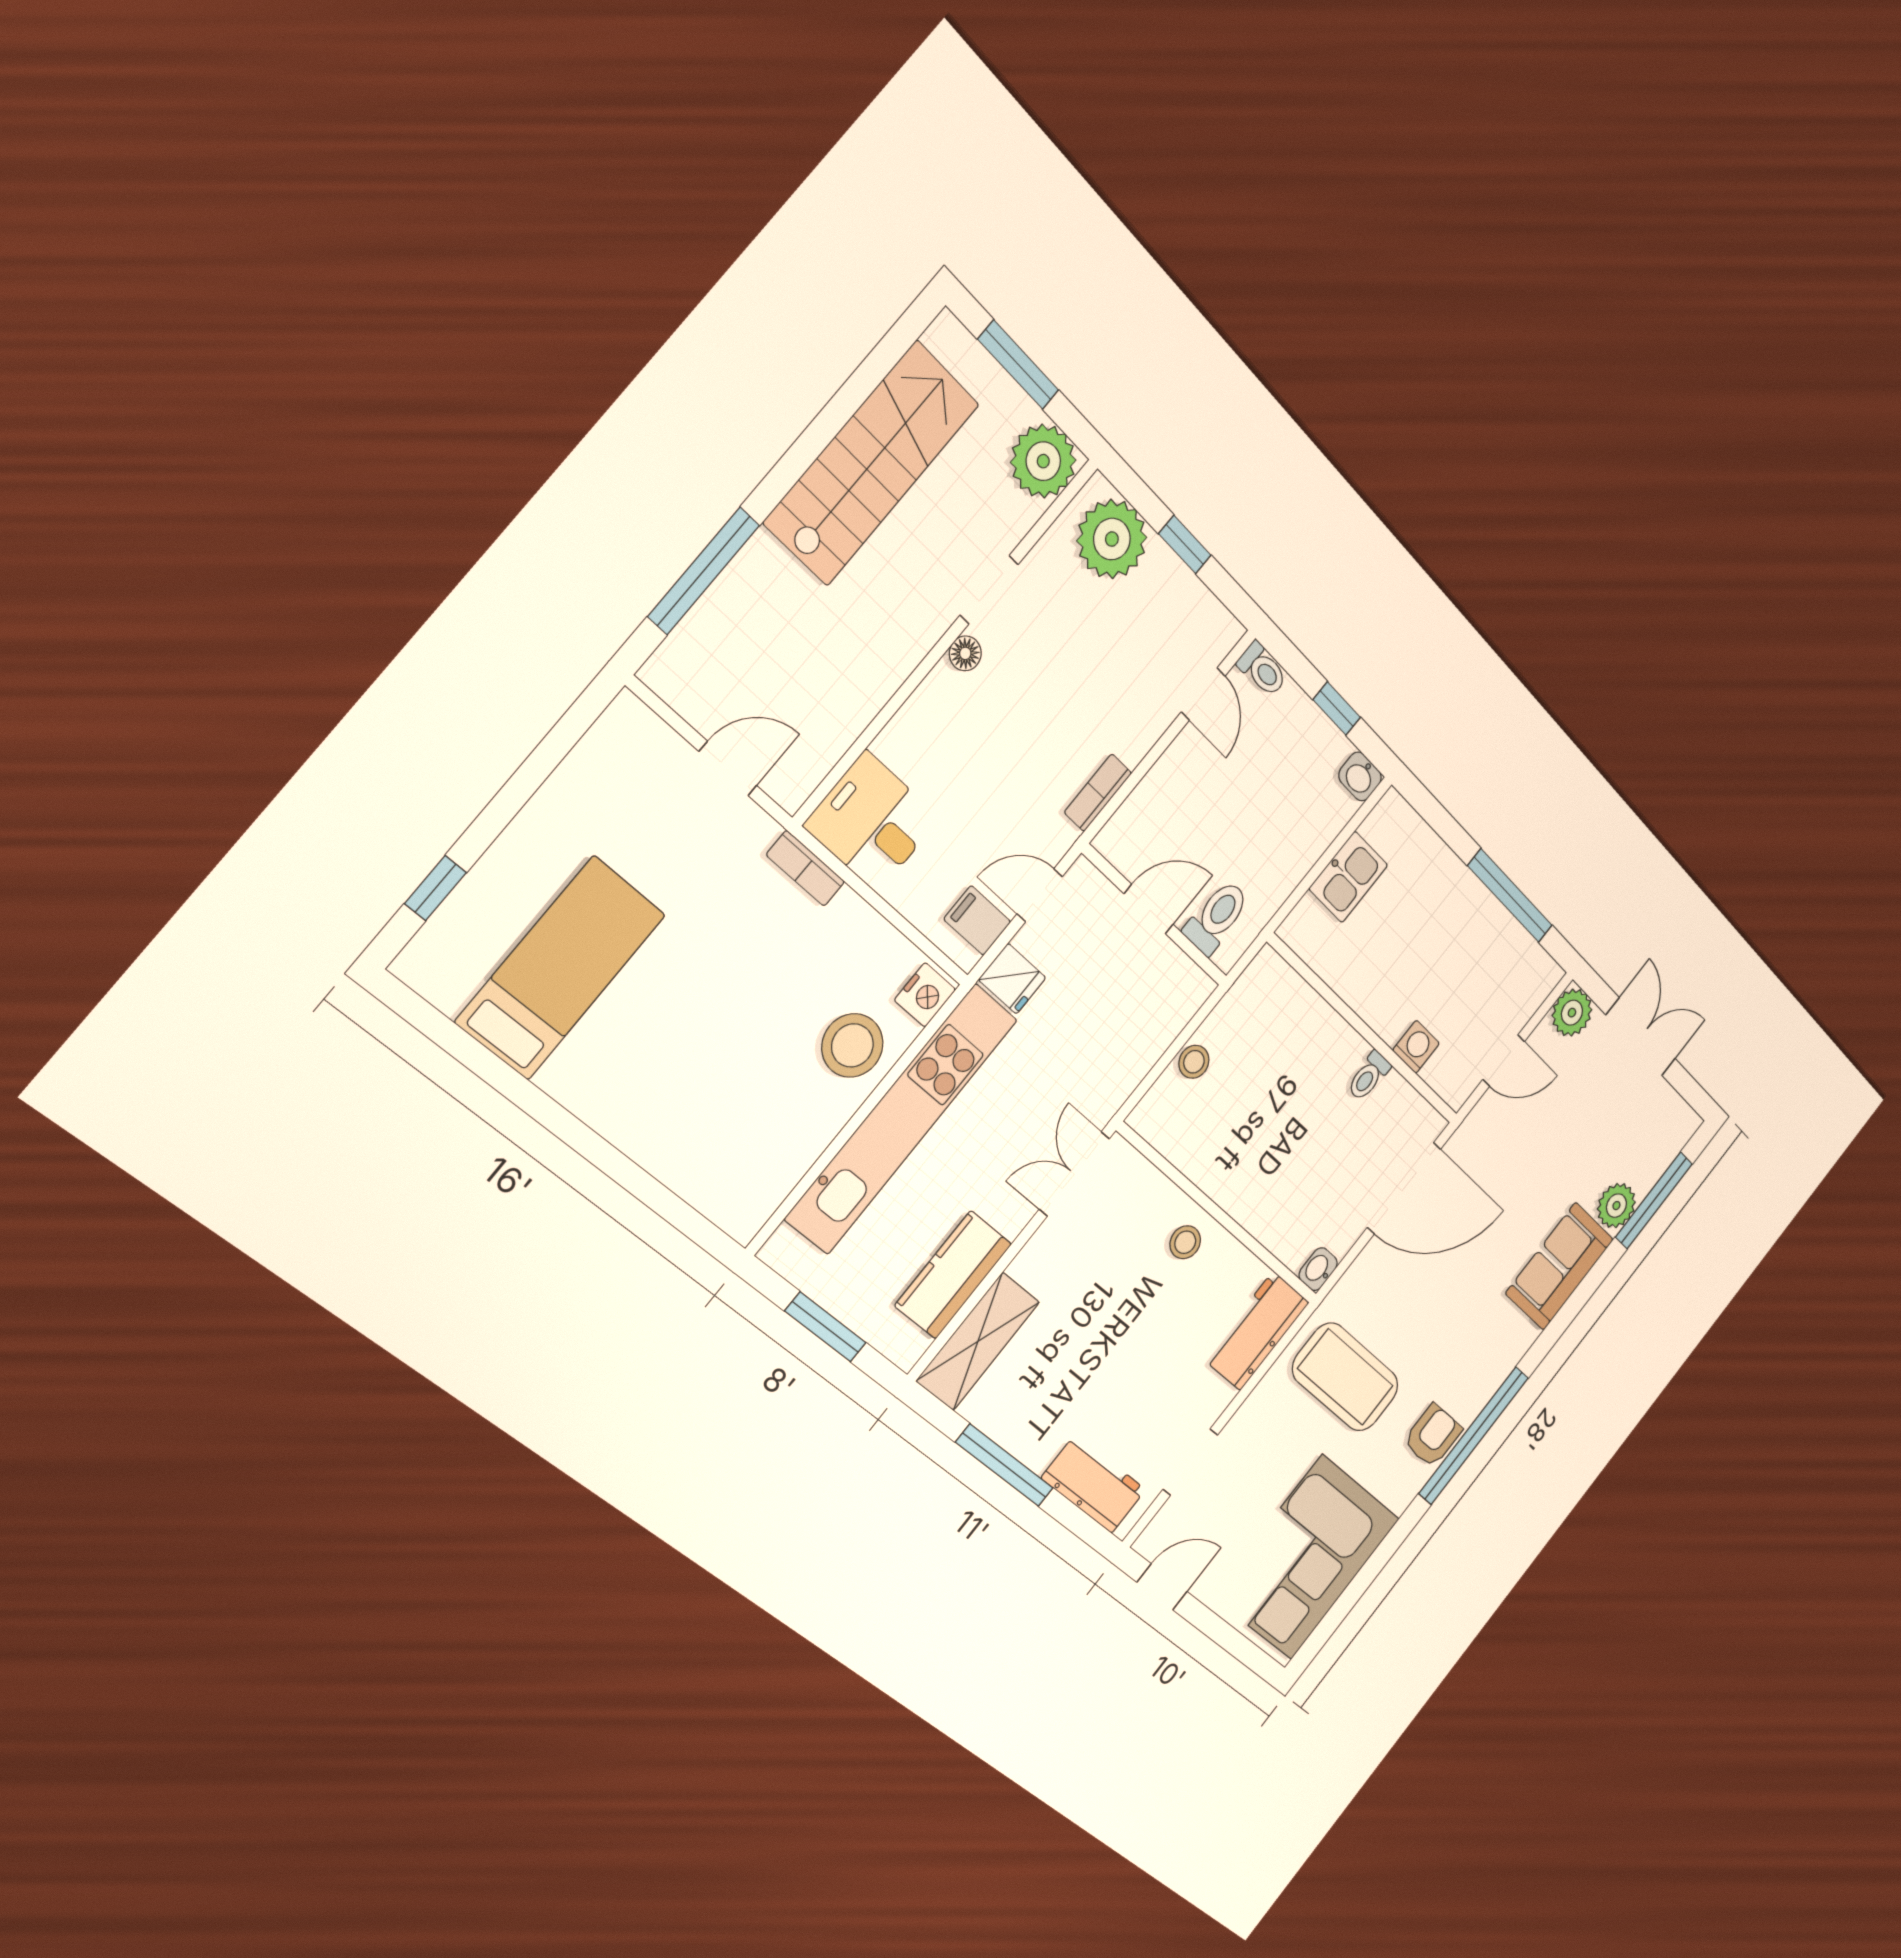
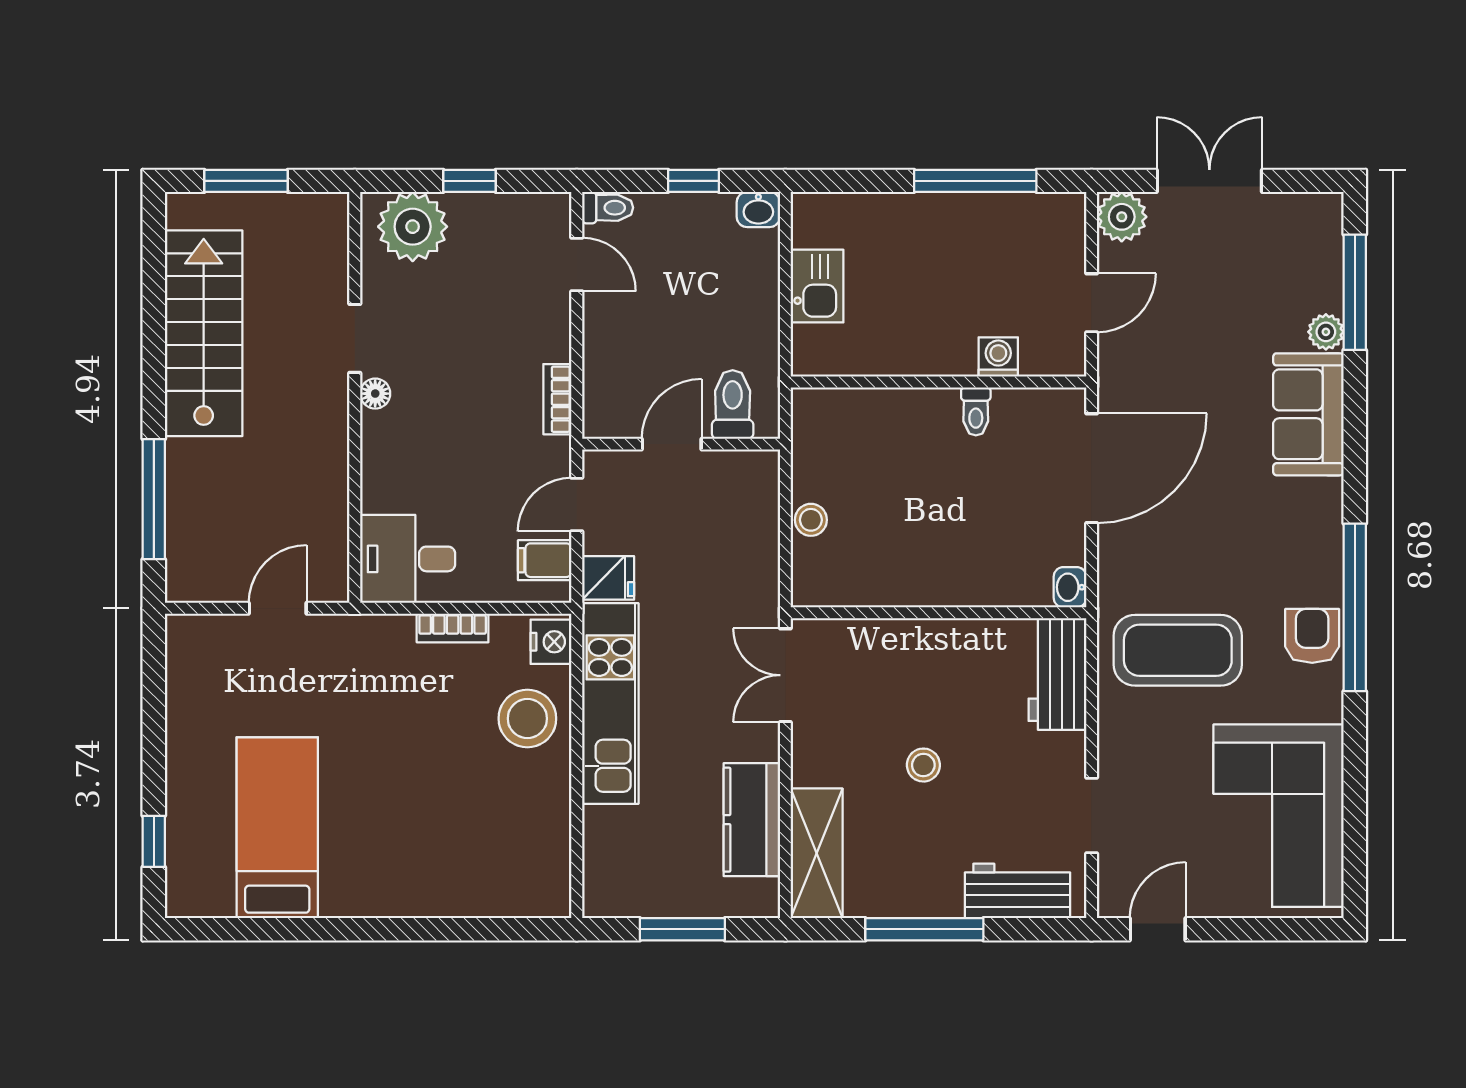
plant: (1043, 461) -> (318, 223), removed
bookcase: (805, 868) -> (453, 628), moved
kitchen unit: (902, 1119) -> (610, 704), width x0.73
plant: (1616, 1206) -> (1326, 332), width x0.73, depth x0.73
stool: (1185, 1242) -> (923, 765), moved

